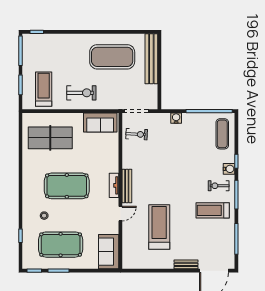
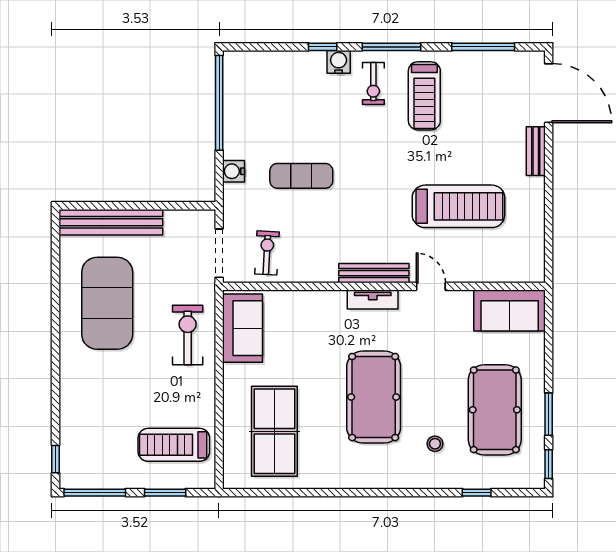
exercise bike: (81, 93) -> (188, 335), moved
exercise mat: (222, 134) -> (301, 176), moved
treadmill: (159, 227) -> (458, 206), turned 180

